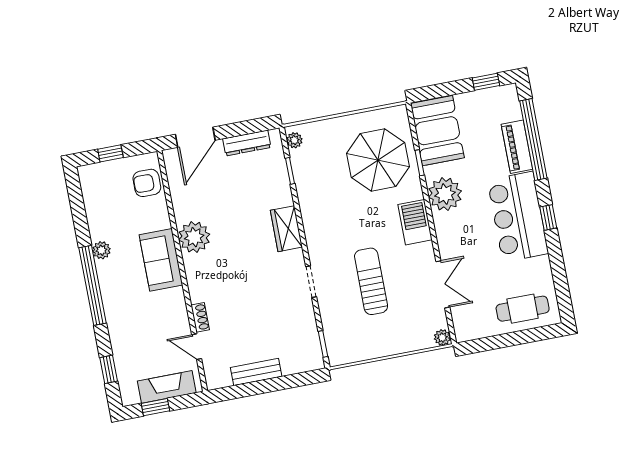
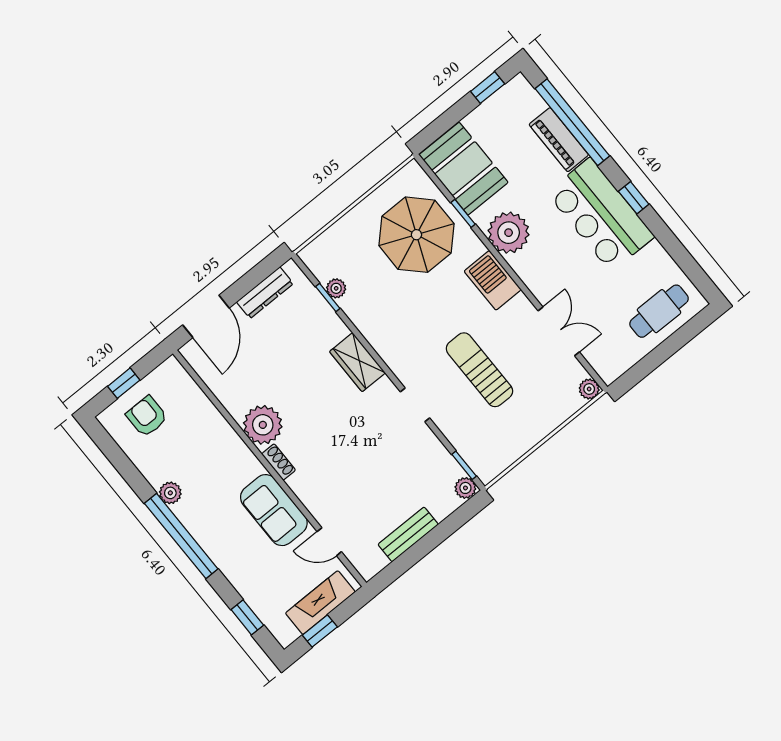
plant: (294, 140) -> (336, 288), moved
armchair: (147, 183) -> (147, 416), moved, turned 90
sofa: (161, 260) -> (274, 510), moved
shoe rack: (200, 317) -> (279, 462), moved
plant: (315, 361) -> (465, 488), added

